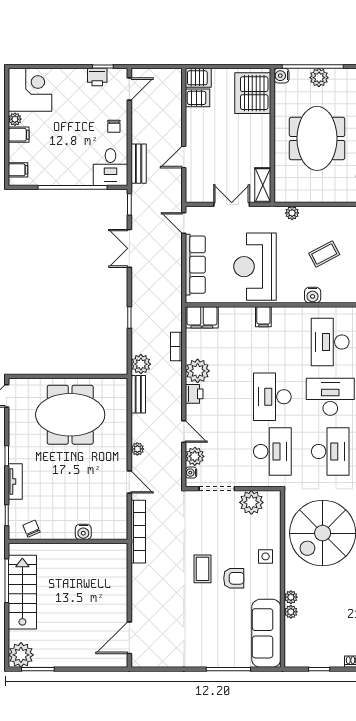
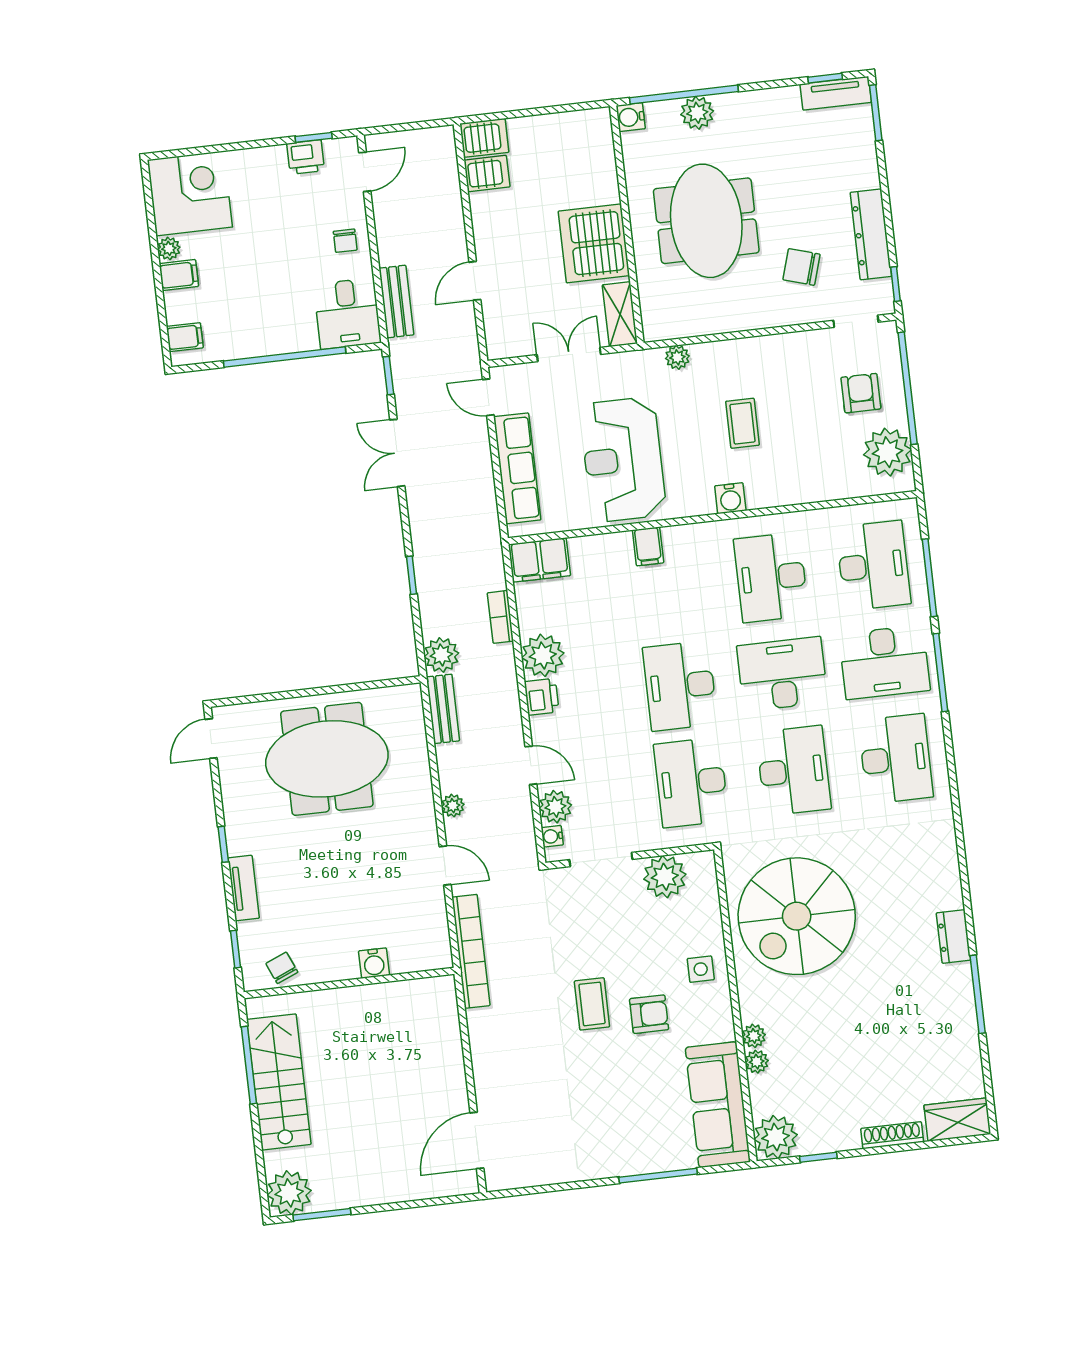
server rack: (253, 93) -> (594, 243), moved
coffee table: (324, 254) -> (742, 423), turned -62
desk: (272, 451) -> (691, 782), turned 180
plant: (297, 655) -> (776, 1137), added

